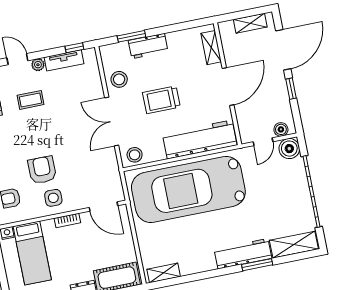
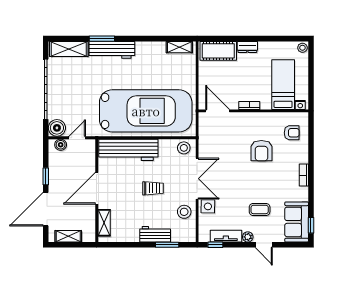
trolley: (161, 100) -> (153, 188), width x0.73, depth x0.72
side table: (53, 198) -> (208, 206), moved

